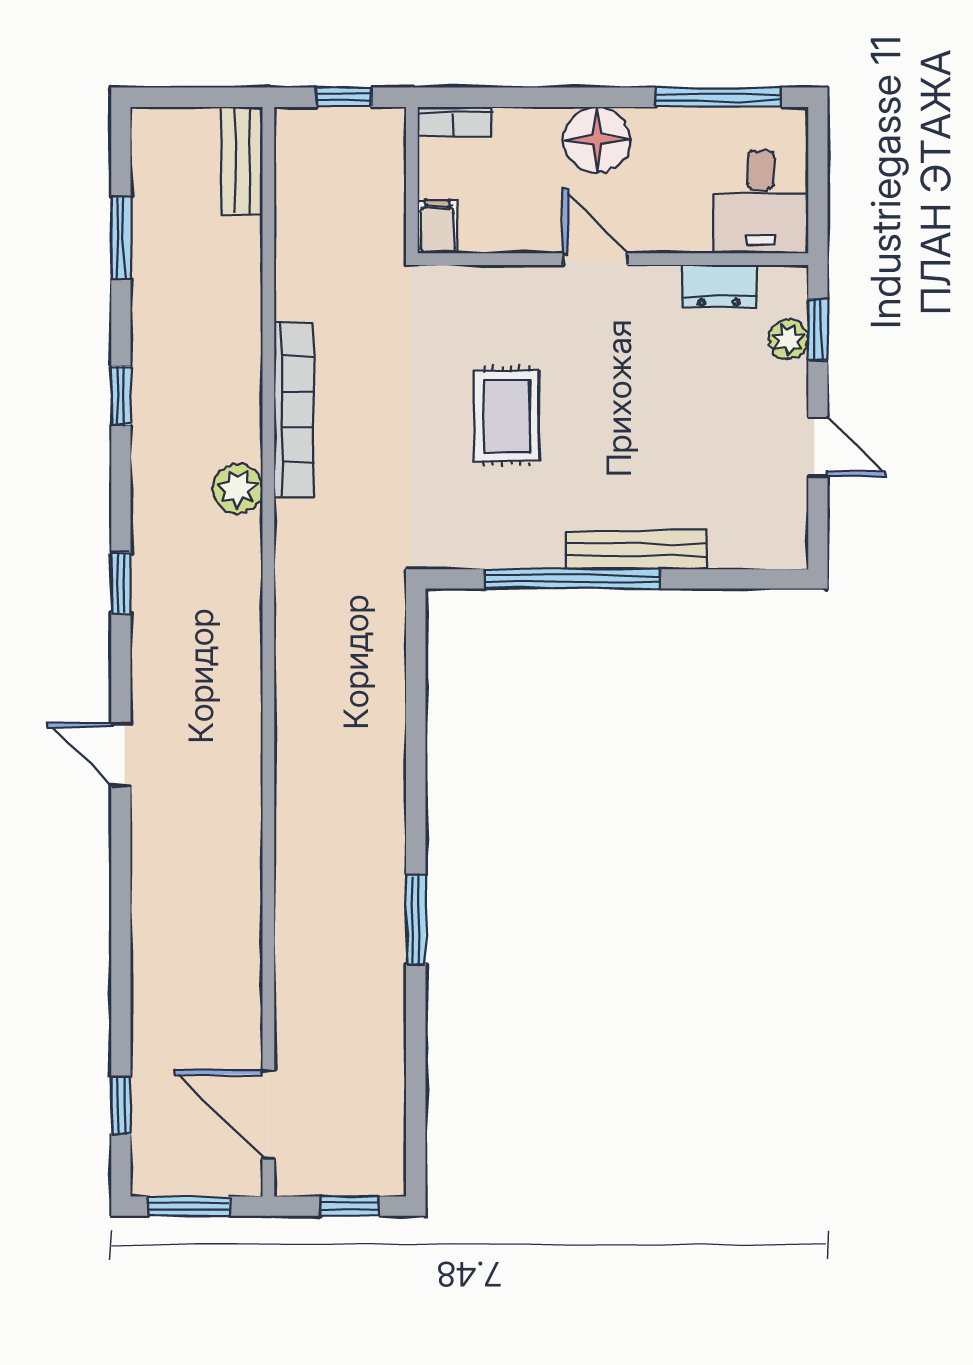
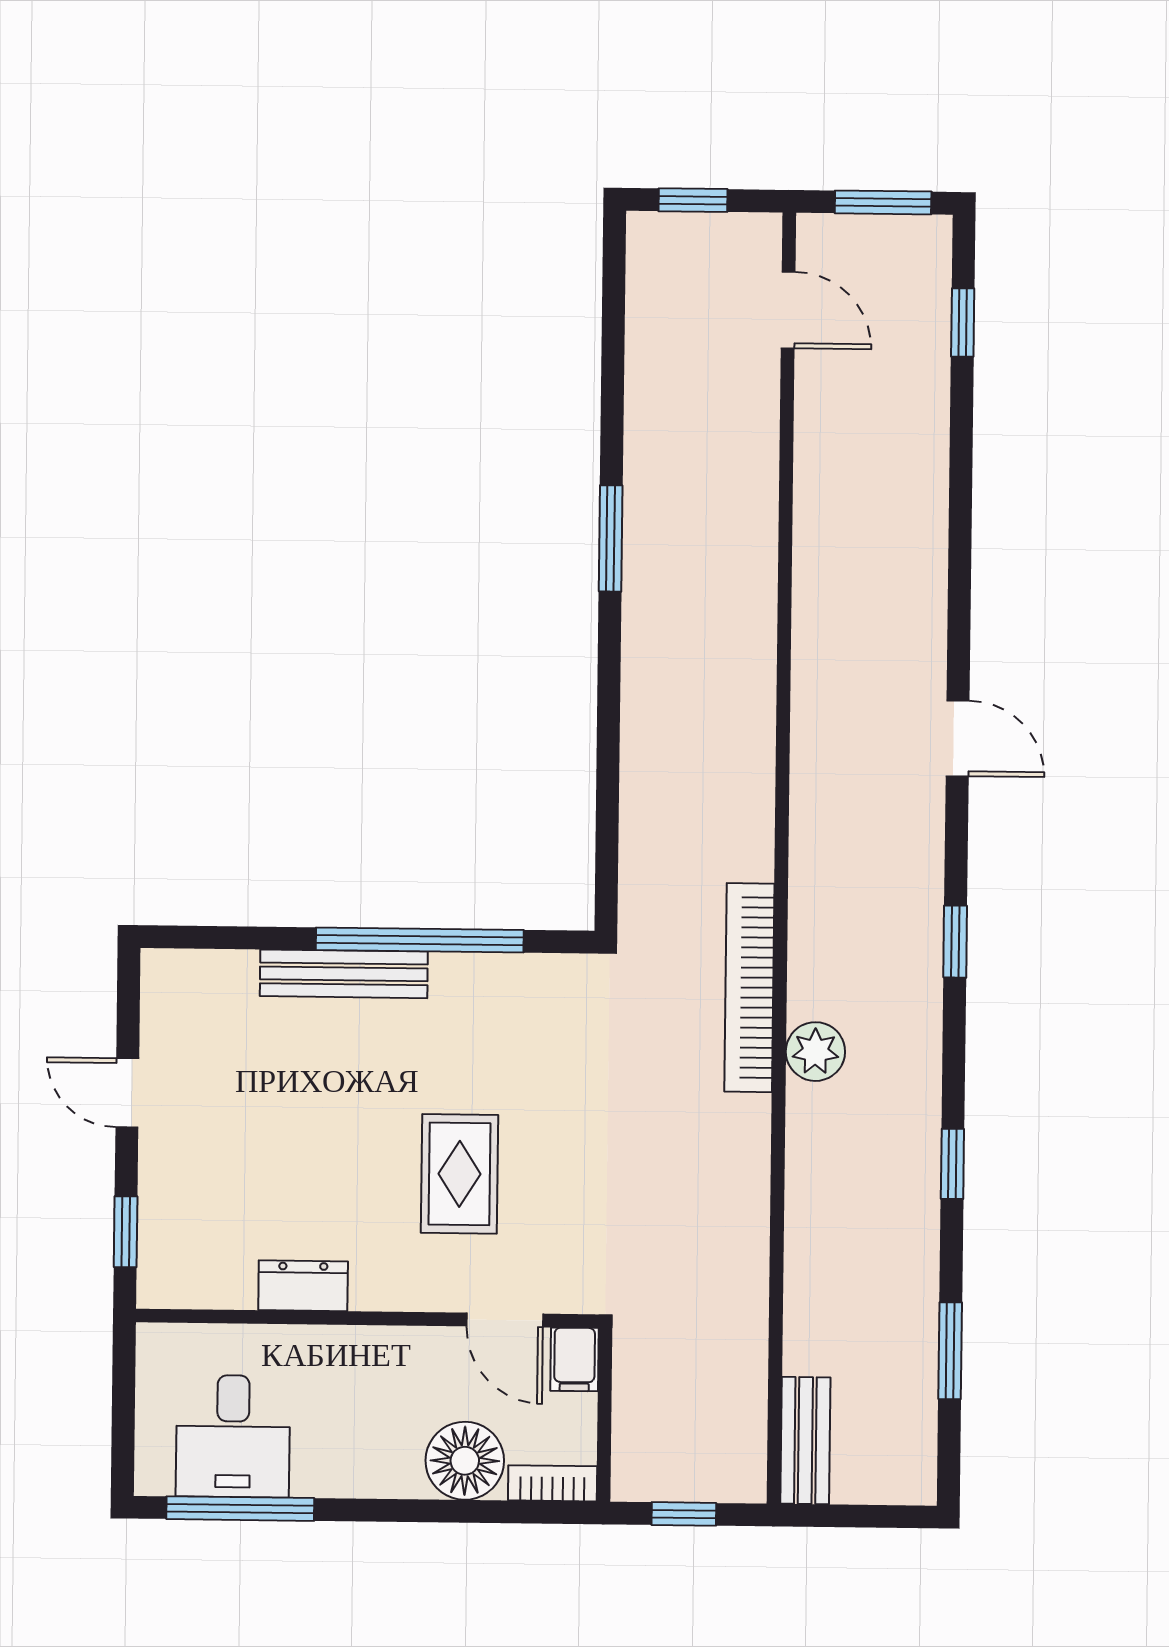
floor lamp: (597, 140) -> (465, 1461), moved
desk: (761, 202) -> (233, 1436), moved, turned 180
door: (595, 259) -> (505, 1320), moved
dresser: (719, 286) -> (303, 1286), moved
plant: (788, 339) -> (161, 1221), removed
bookcase: (294, 409) -> (749, 988), moved
rug: (507, 416) -> (460, 1174), moved
door: (268, 1114) -> (788, 310), width x0.73

